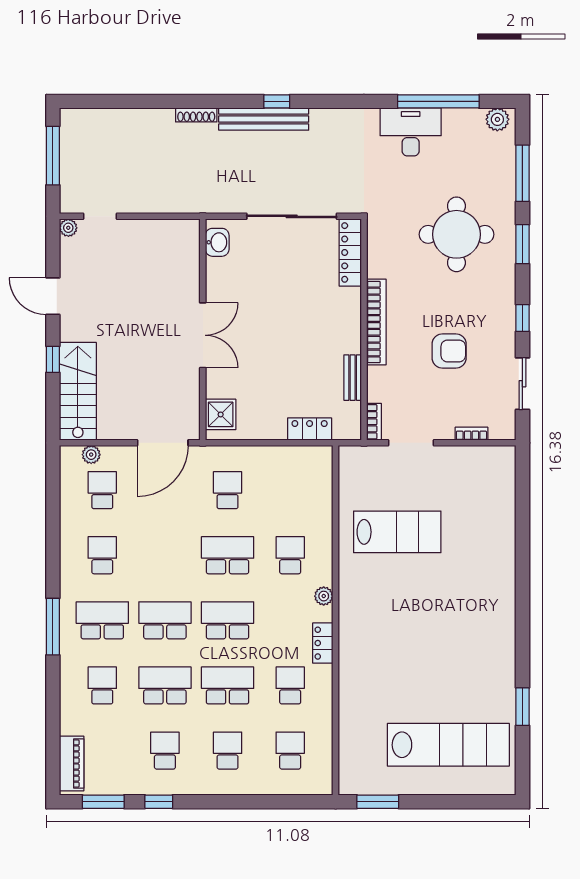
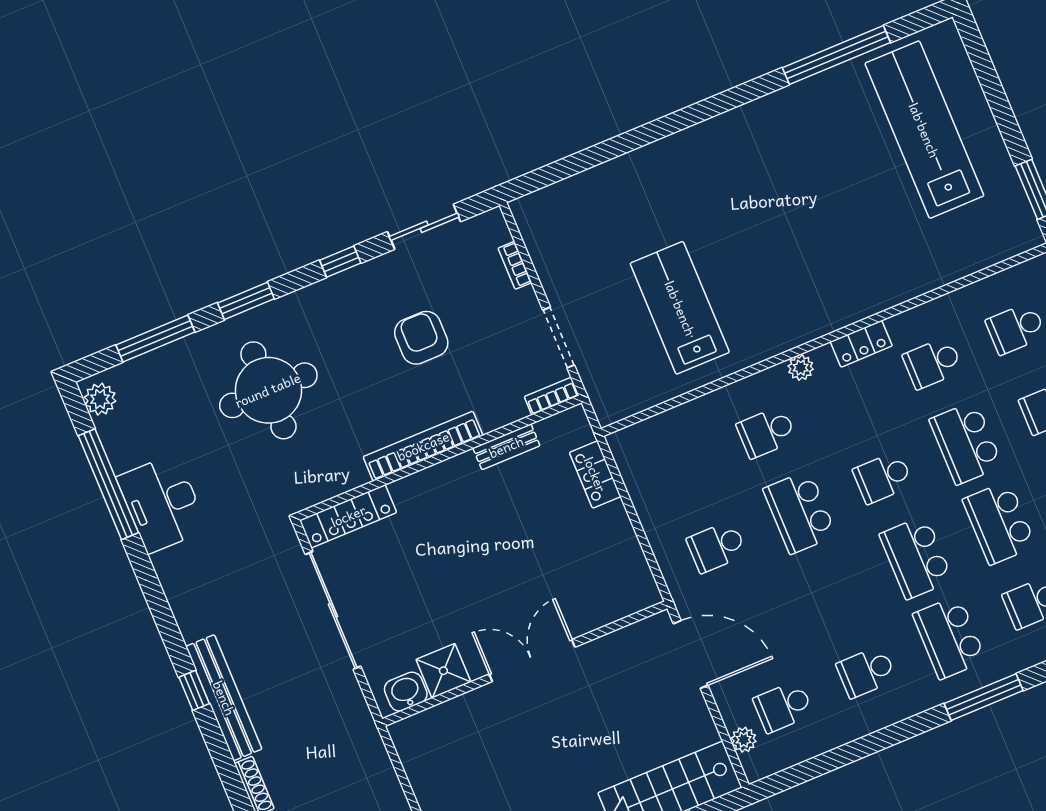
shower: (221, 414) -> (443, 671), moved
school desk: (228, 620) -> (883, 478), width x0.54
window: (522, 707) -> (836, 55), width x2.11

